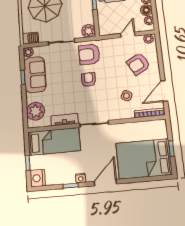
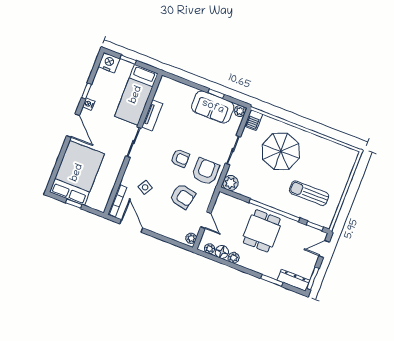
armchair: (139, 64) -> (183, 196), moved, turned 130
plant: (36, 111) -> (175, 91), removed

